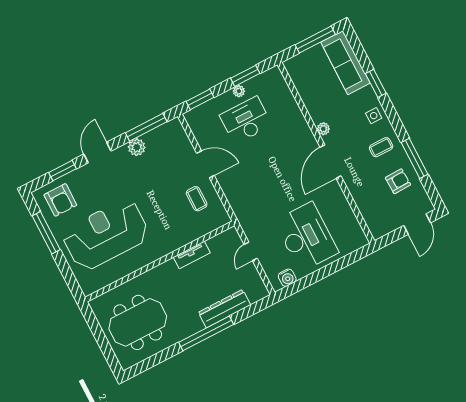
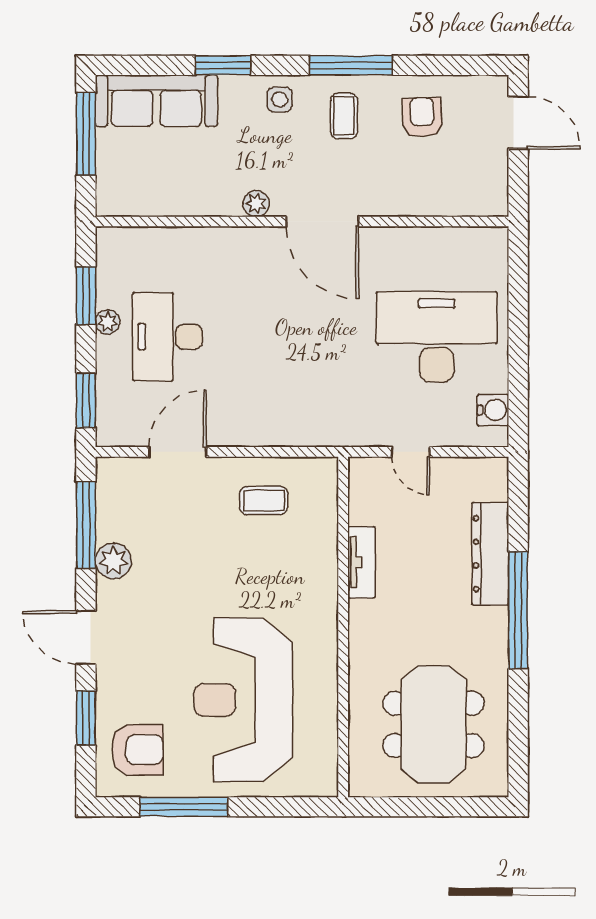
window: (415, 158) -> (351, 65), moved
door: (205, 164) -> (178, 452), moved

